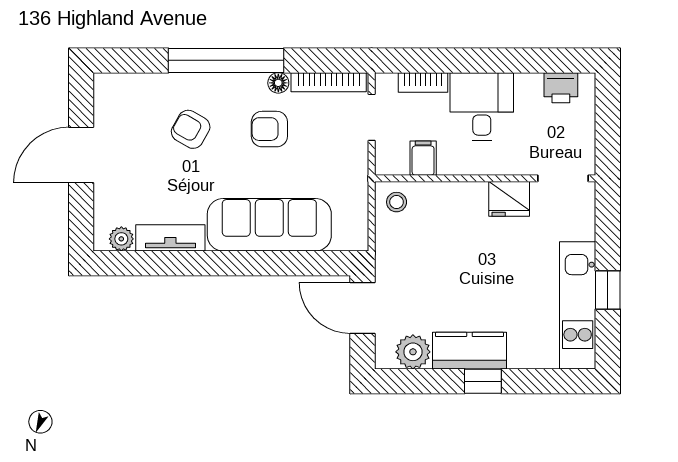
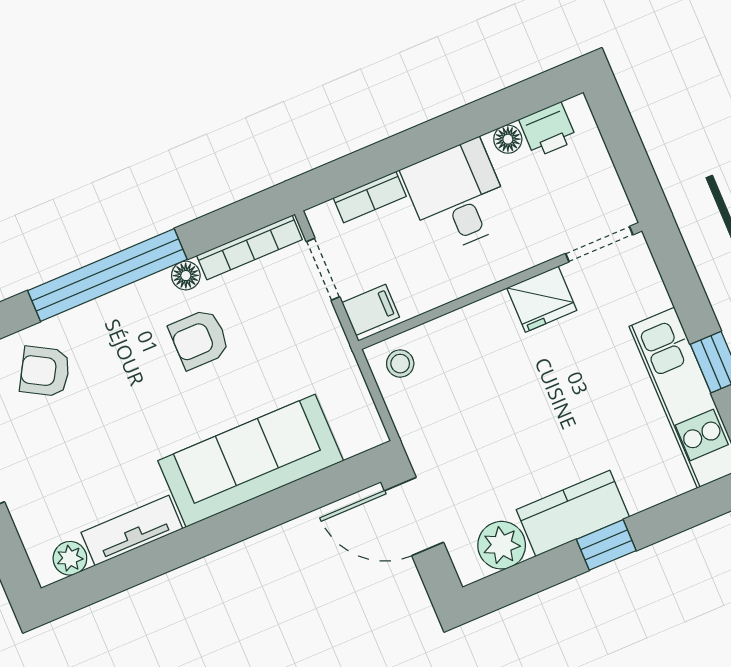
floor lamp: (532, 83) -> (508, 139), added
armchair: (191, 129) -> (45, 371), moved
filing cabinet: (423, 158) -> (371, 310), moved, turned 90

